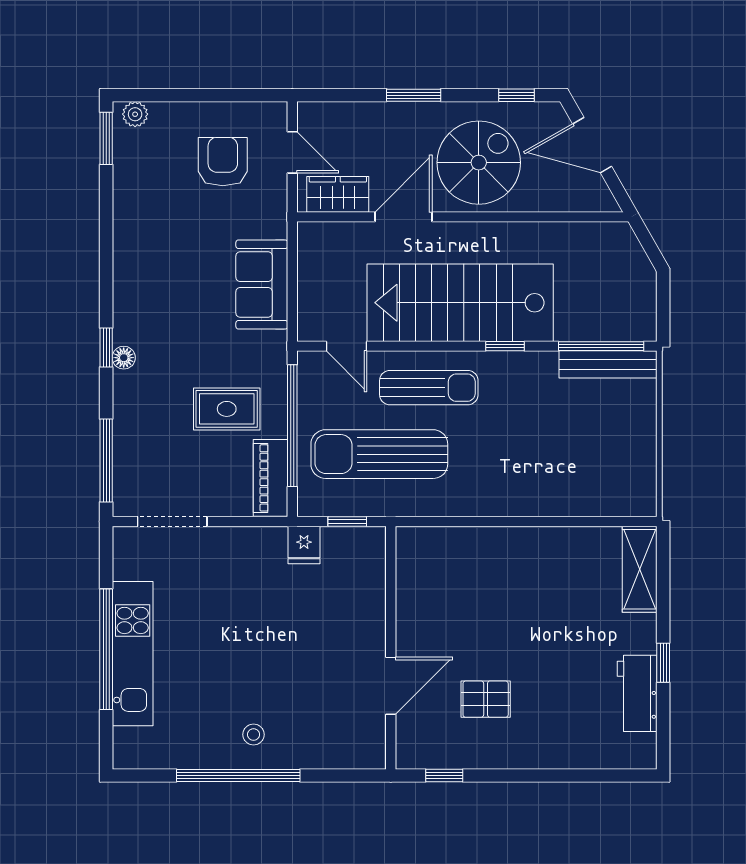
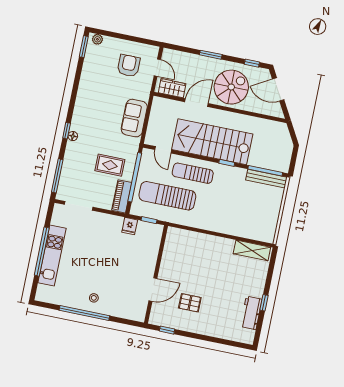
sun lounger: (429, 388) -> (193, 173), turned 180
shelving: (640, 569) -> (252, 250), moved, turned 90

